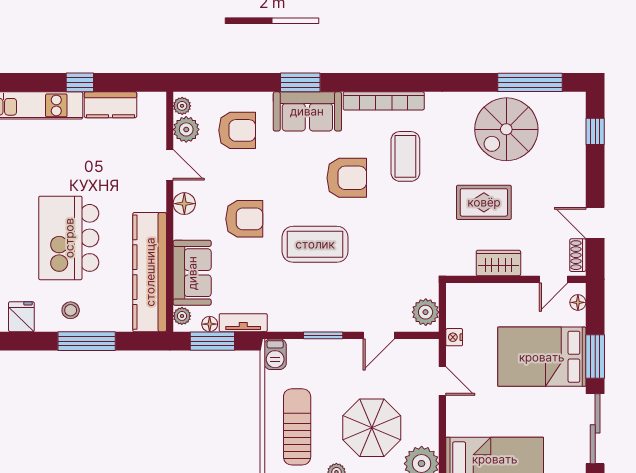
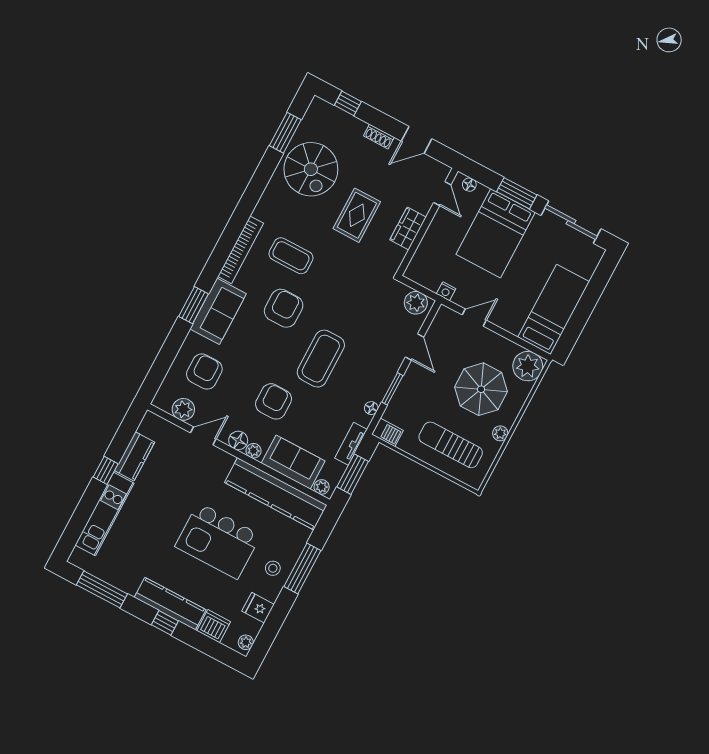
window: (530, 82) -> (285, 133), width x0.69
plant: (182, 106) -> (254, 451), moved
shoe rack: (578, 255) -> (379, 137), moved
floor lamp: (210, 324) -> (371, 408), moved

